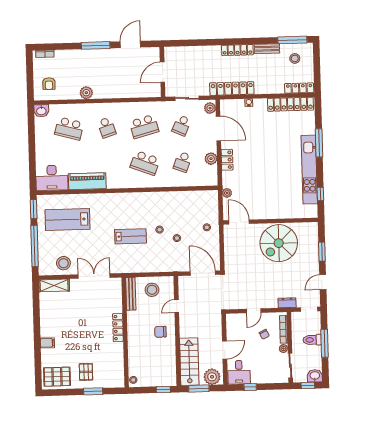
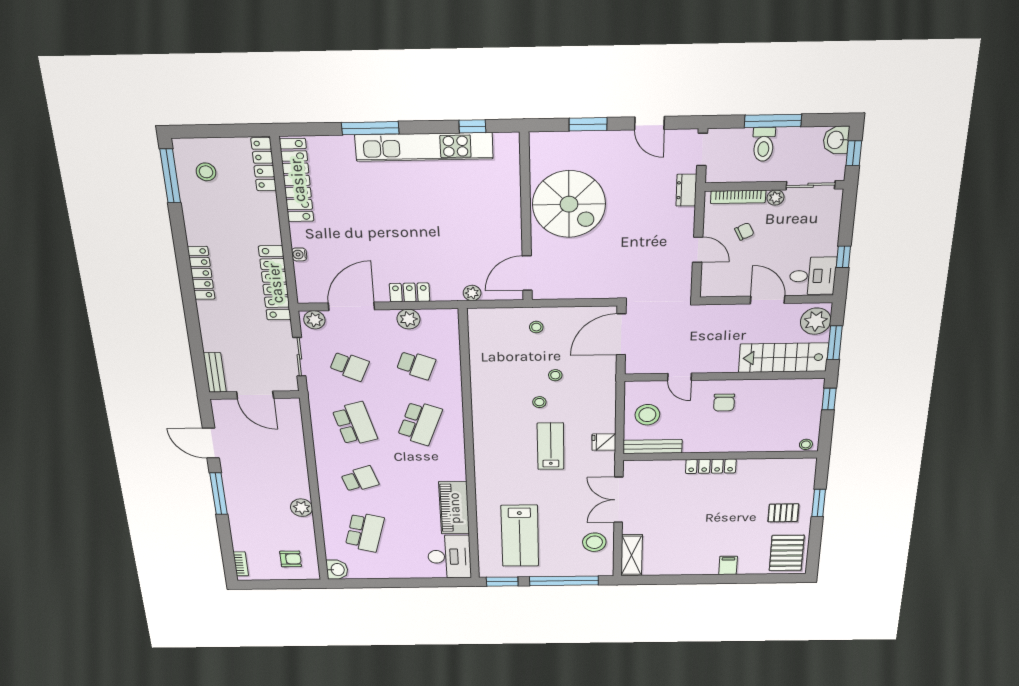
bench: (267, 49) -> (215, 373), moved
fridge: (134, 266) -> (604, 442), added

